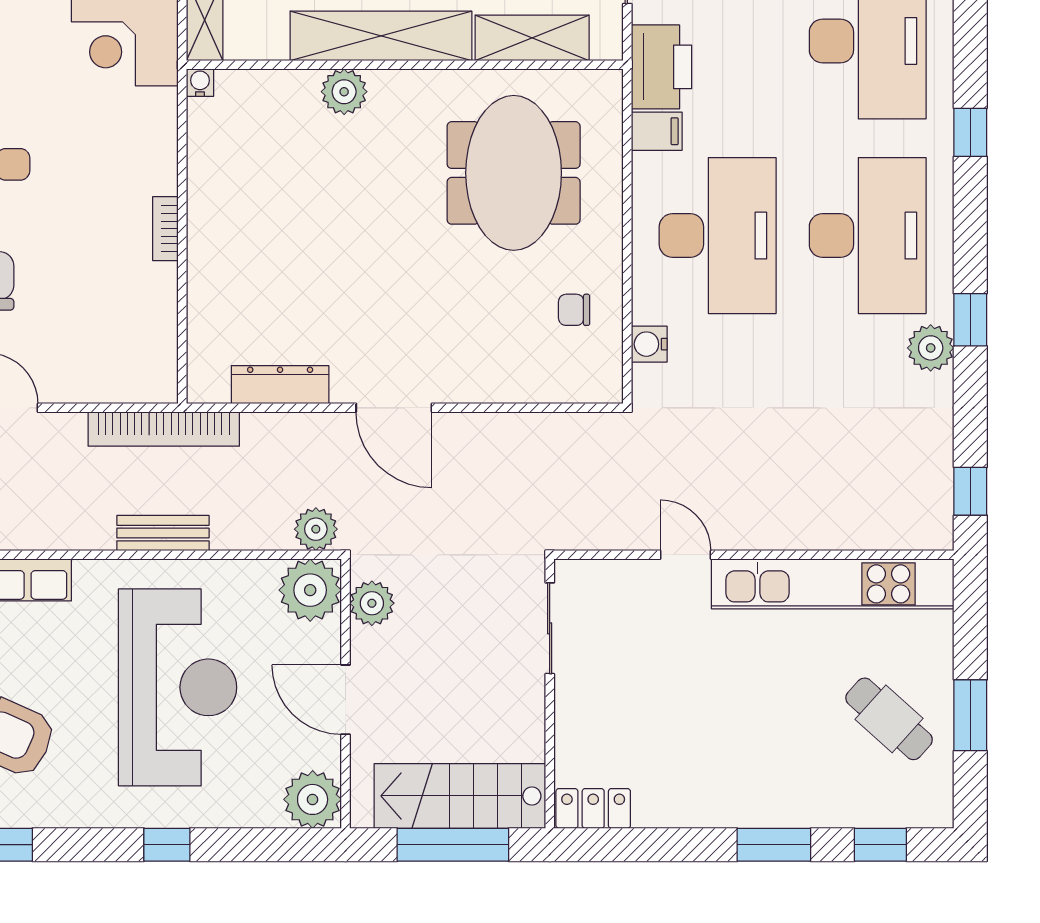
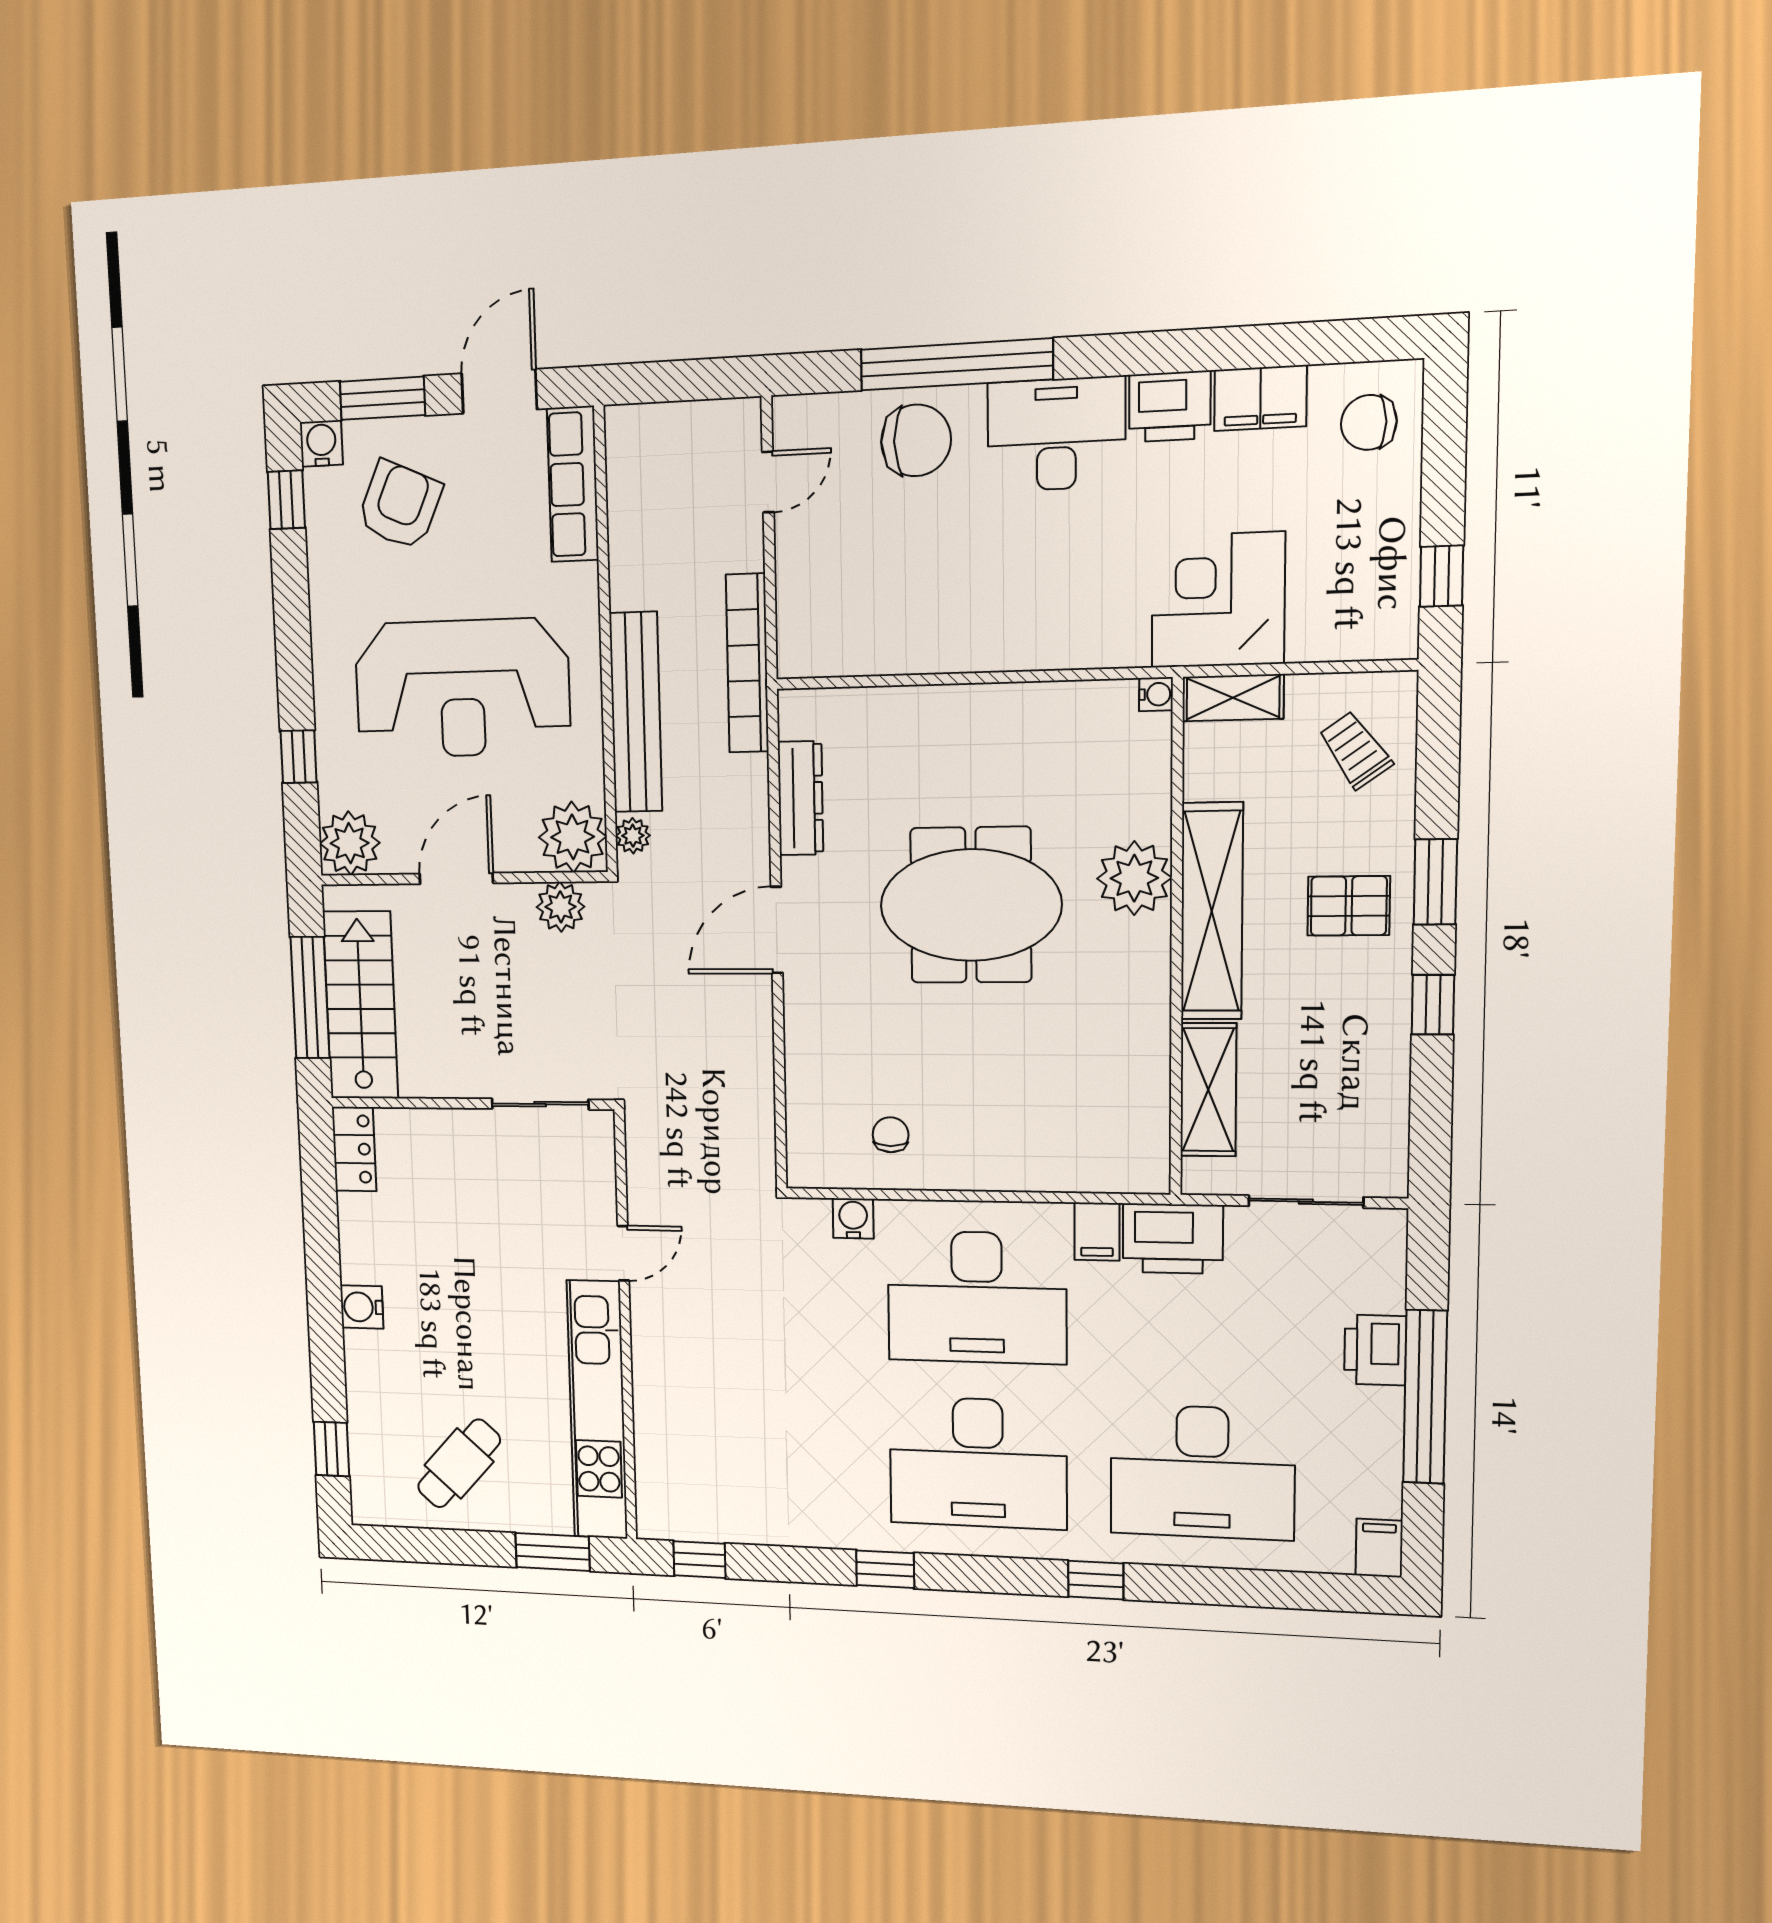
plant: (344, 92) -> (1134, 878), width x1.36, depth x1.36
meeting table: (514, 173) -> (971, 905), moved
bookcase: (165, 229) -> (980, 658), removed
plant: (931, 348) -> (854, 1525), removed
plant: (316, 529) -> (633, 836), width x0.73, depth x0.73
bench: (163, 533) -> (636, 712), width x1.86, depth x1.21
window: (970, 715) -> (553, 1552), moved
water cooler: (742, 808) -> (362, 1307), added
window: (167, 845) -> (299, 757), moved
window: (774, 845) -> (326, 1339), removed

